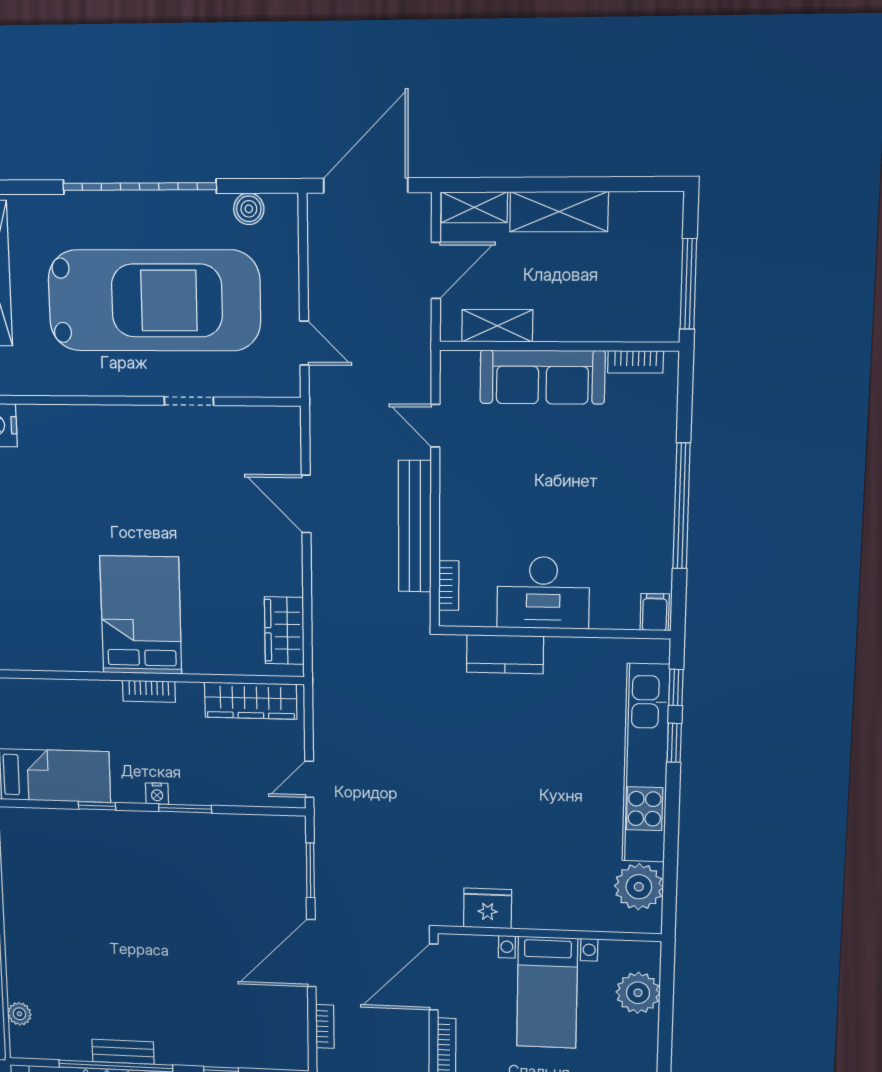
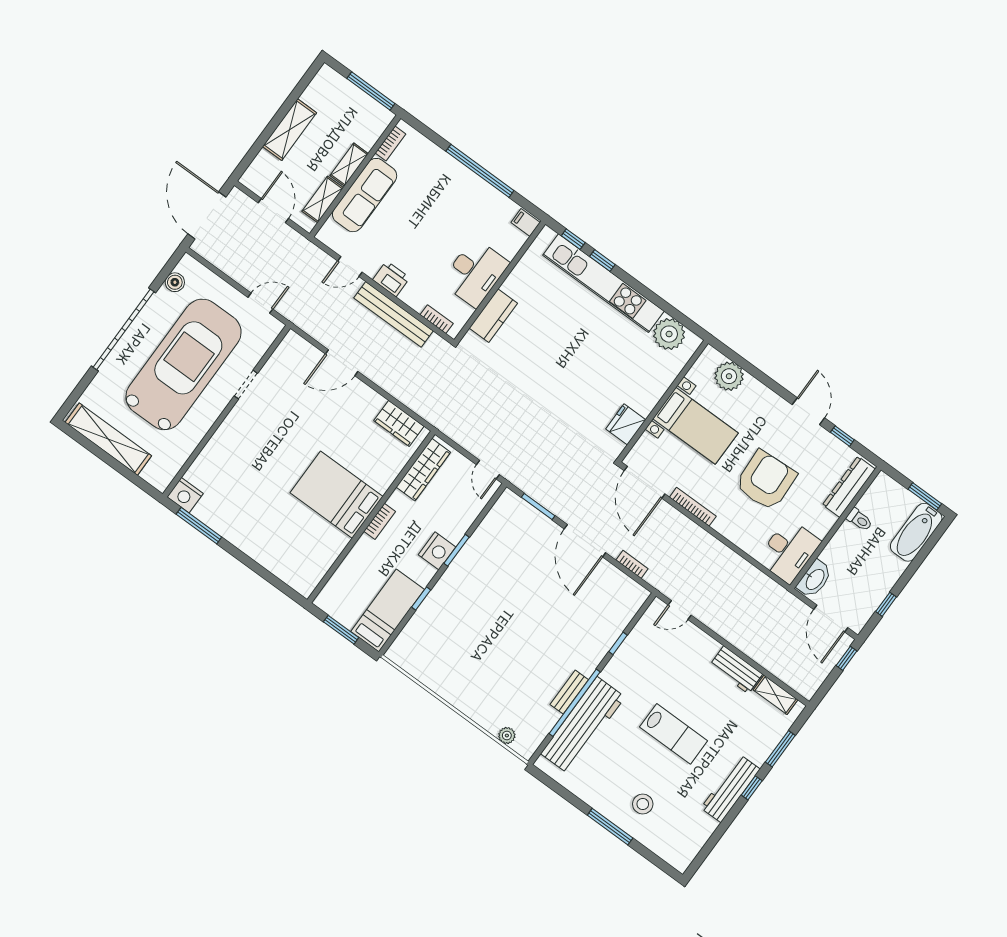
shelving: (474, 207) -> (349, 165), moved
printer: (458, 491) -> (391, 279), added
nightstand: (157, 794) -> (437, 551), width x1.89, depth x1.79

